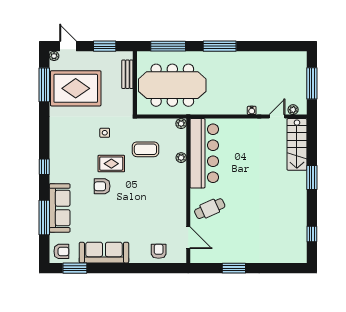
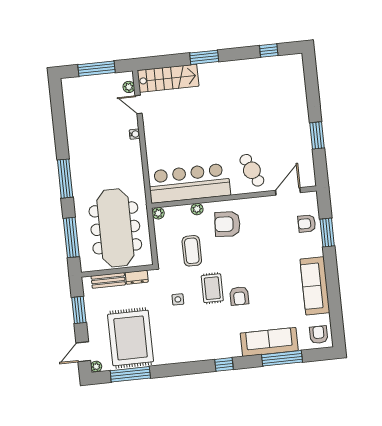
dresser: (128, 99) -> (137, 277), added
armchair: (165, 183) -> (228, 224), added
window: (75, 268) -> (327, 233), moved

